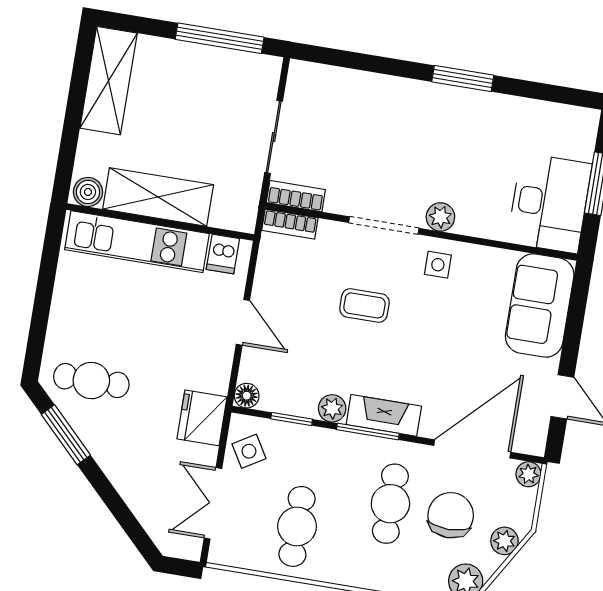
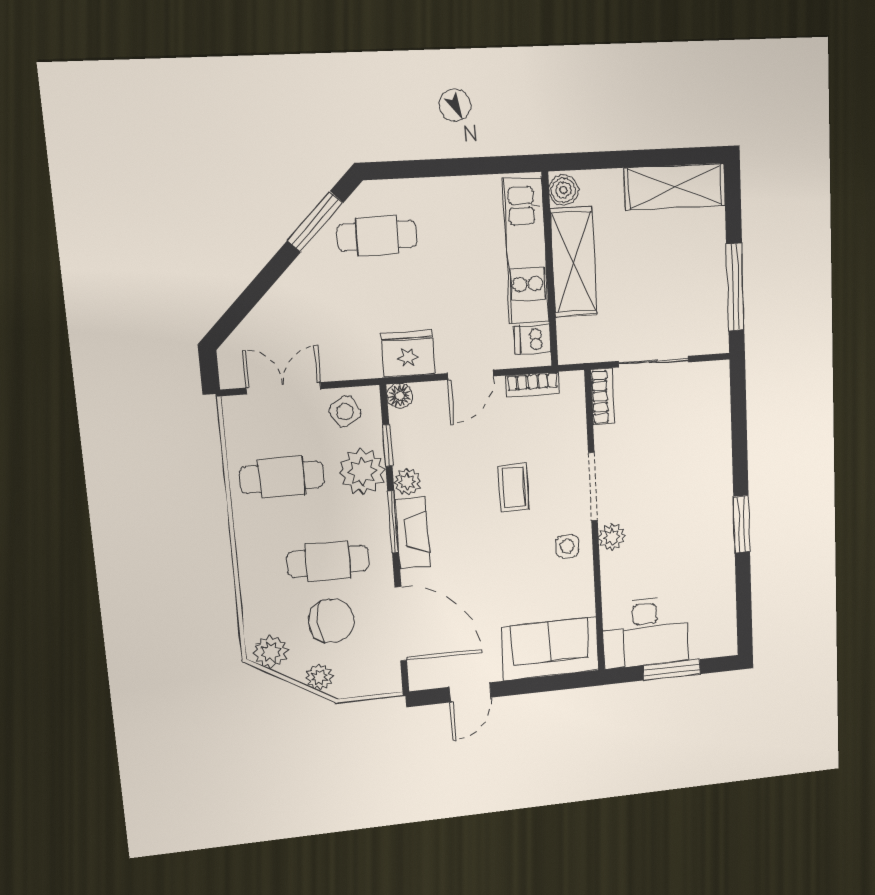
bookcase: (290, 224) -> (533, 384), moved, turned -90
cafe table: (91, 381) -> (377, 236), turned 90
fridge: (202, 418) -> (408, 354), moved
plant: (528, 474) -> (362, 472), moved, width x1.87, depth x1.87

